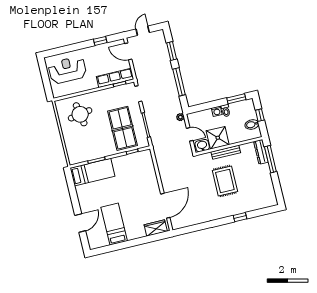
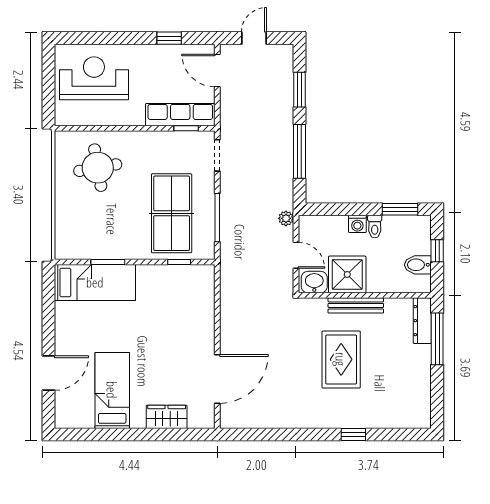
wardrobe: (156, 228) -> (167, 417), moved

